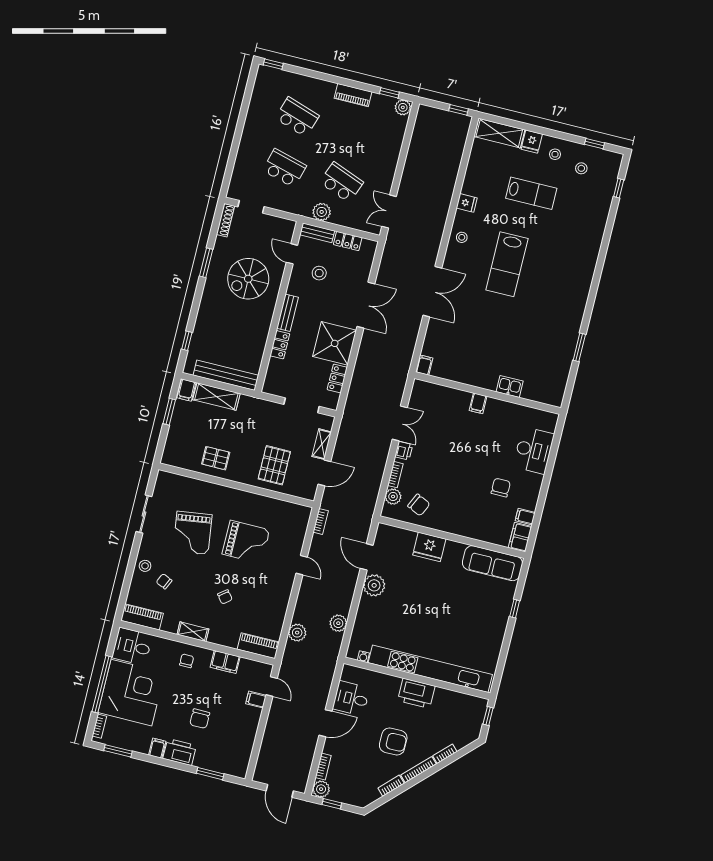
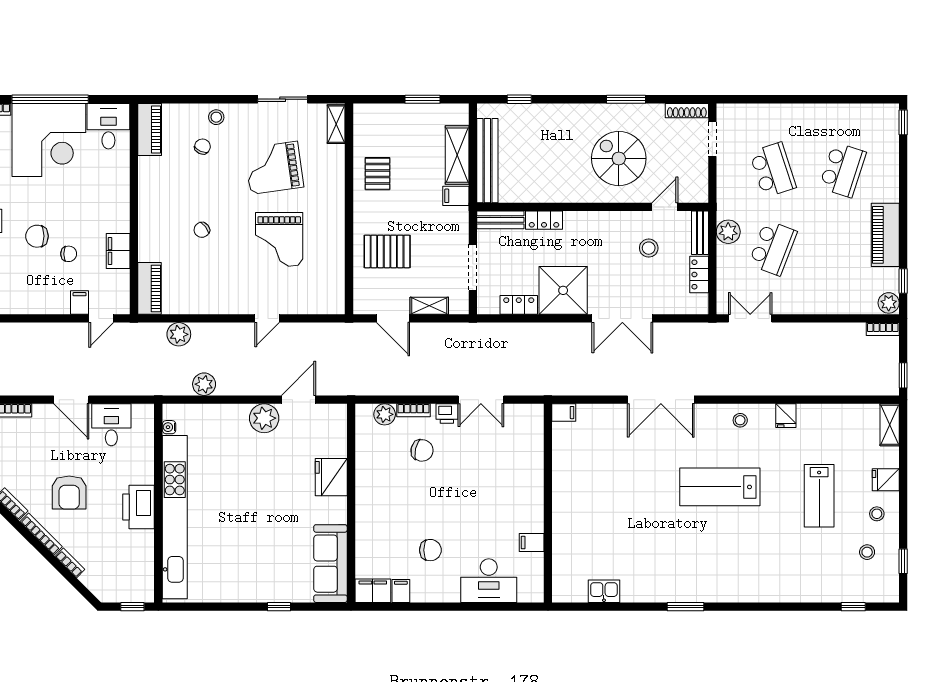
piano: (353, 95) -> (885, 235), width x1.37, depth x1.33
shelving: (499, 133) -> (890, 425), width x0.67, depth x0.75
school desk: (284, 168) -> (773, 170), turned -33
bench: (287, 313) -> (500, 220), moved
window: (579, 347) -> (686, 607), moved
kitchen sink: (510, 386) -> (604, 591), moved, turned -90
filing cabinet: (186, 390) -> (456, 196), moved
filing cabinet: (478, 403) -> (532, 543), moved
chair: (419, 505) -> (422, 450), moved, turned -102
bookcase: (321, 521) -> (883, 329), moved
shelving: (193, 632) -> (336, 124), moved
chair: (187, 661) -> (69, 254), moved

